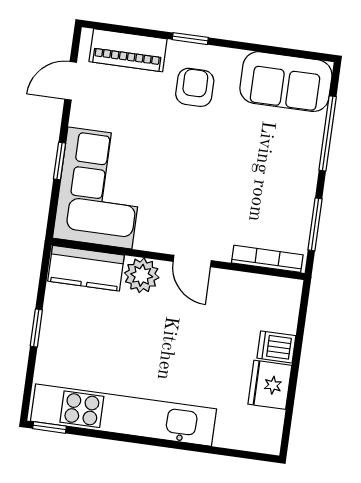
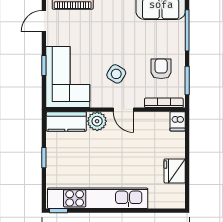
armchair: (195, 87) -> (161, 69), moved
side table: (188, 195) -> (116, 74), added
dishwasher: (276, 347) -> (178, 121), moved, turned -90

